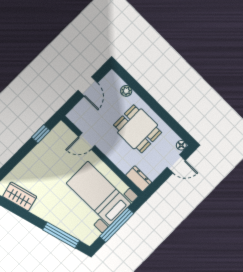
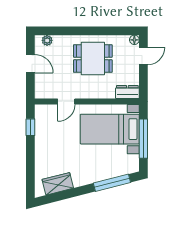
plant: (126, 91) -> (47, 40), moved

